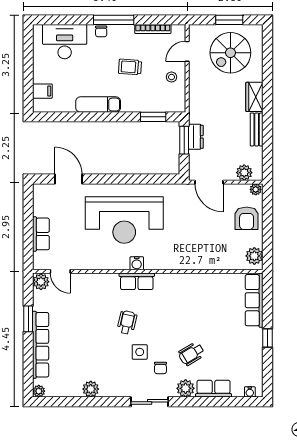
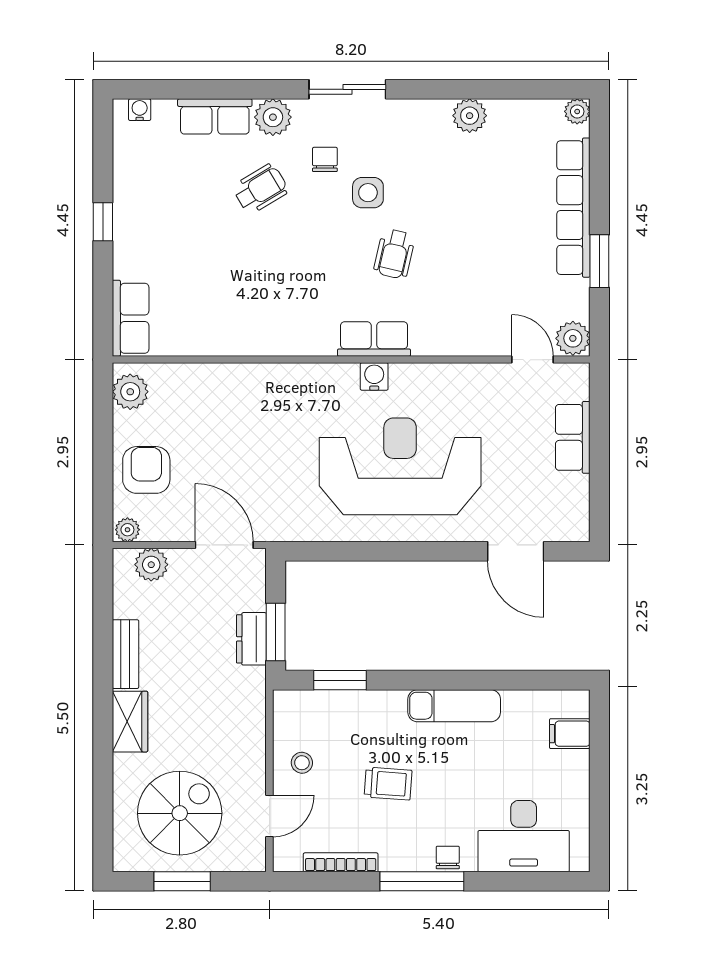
row of seats: (254, 300) -> (131, 318), width x0.68

